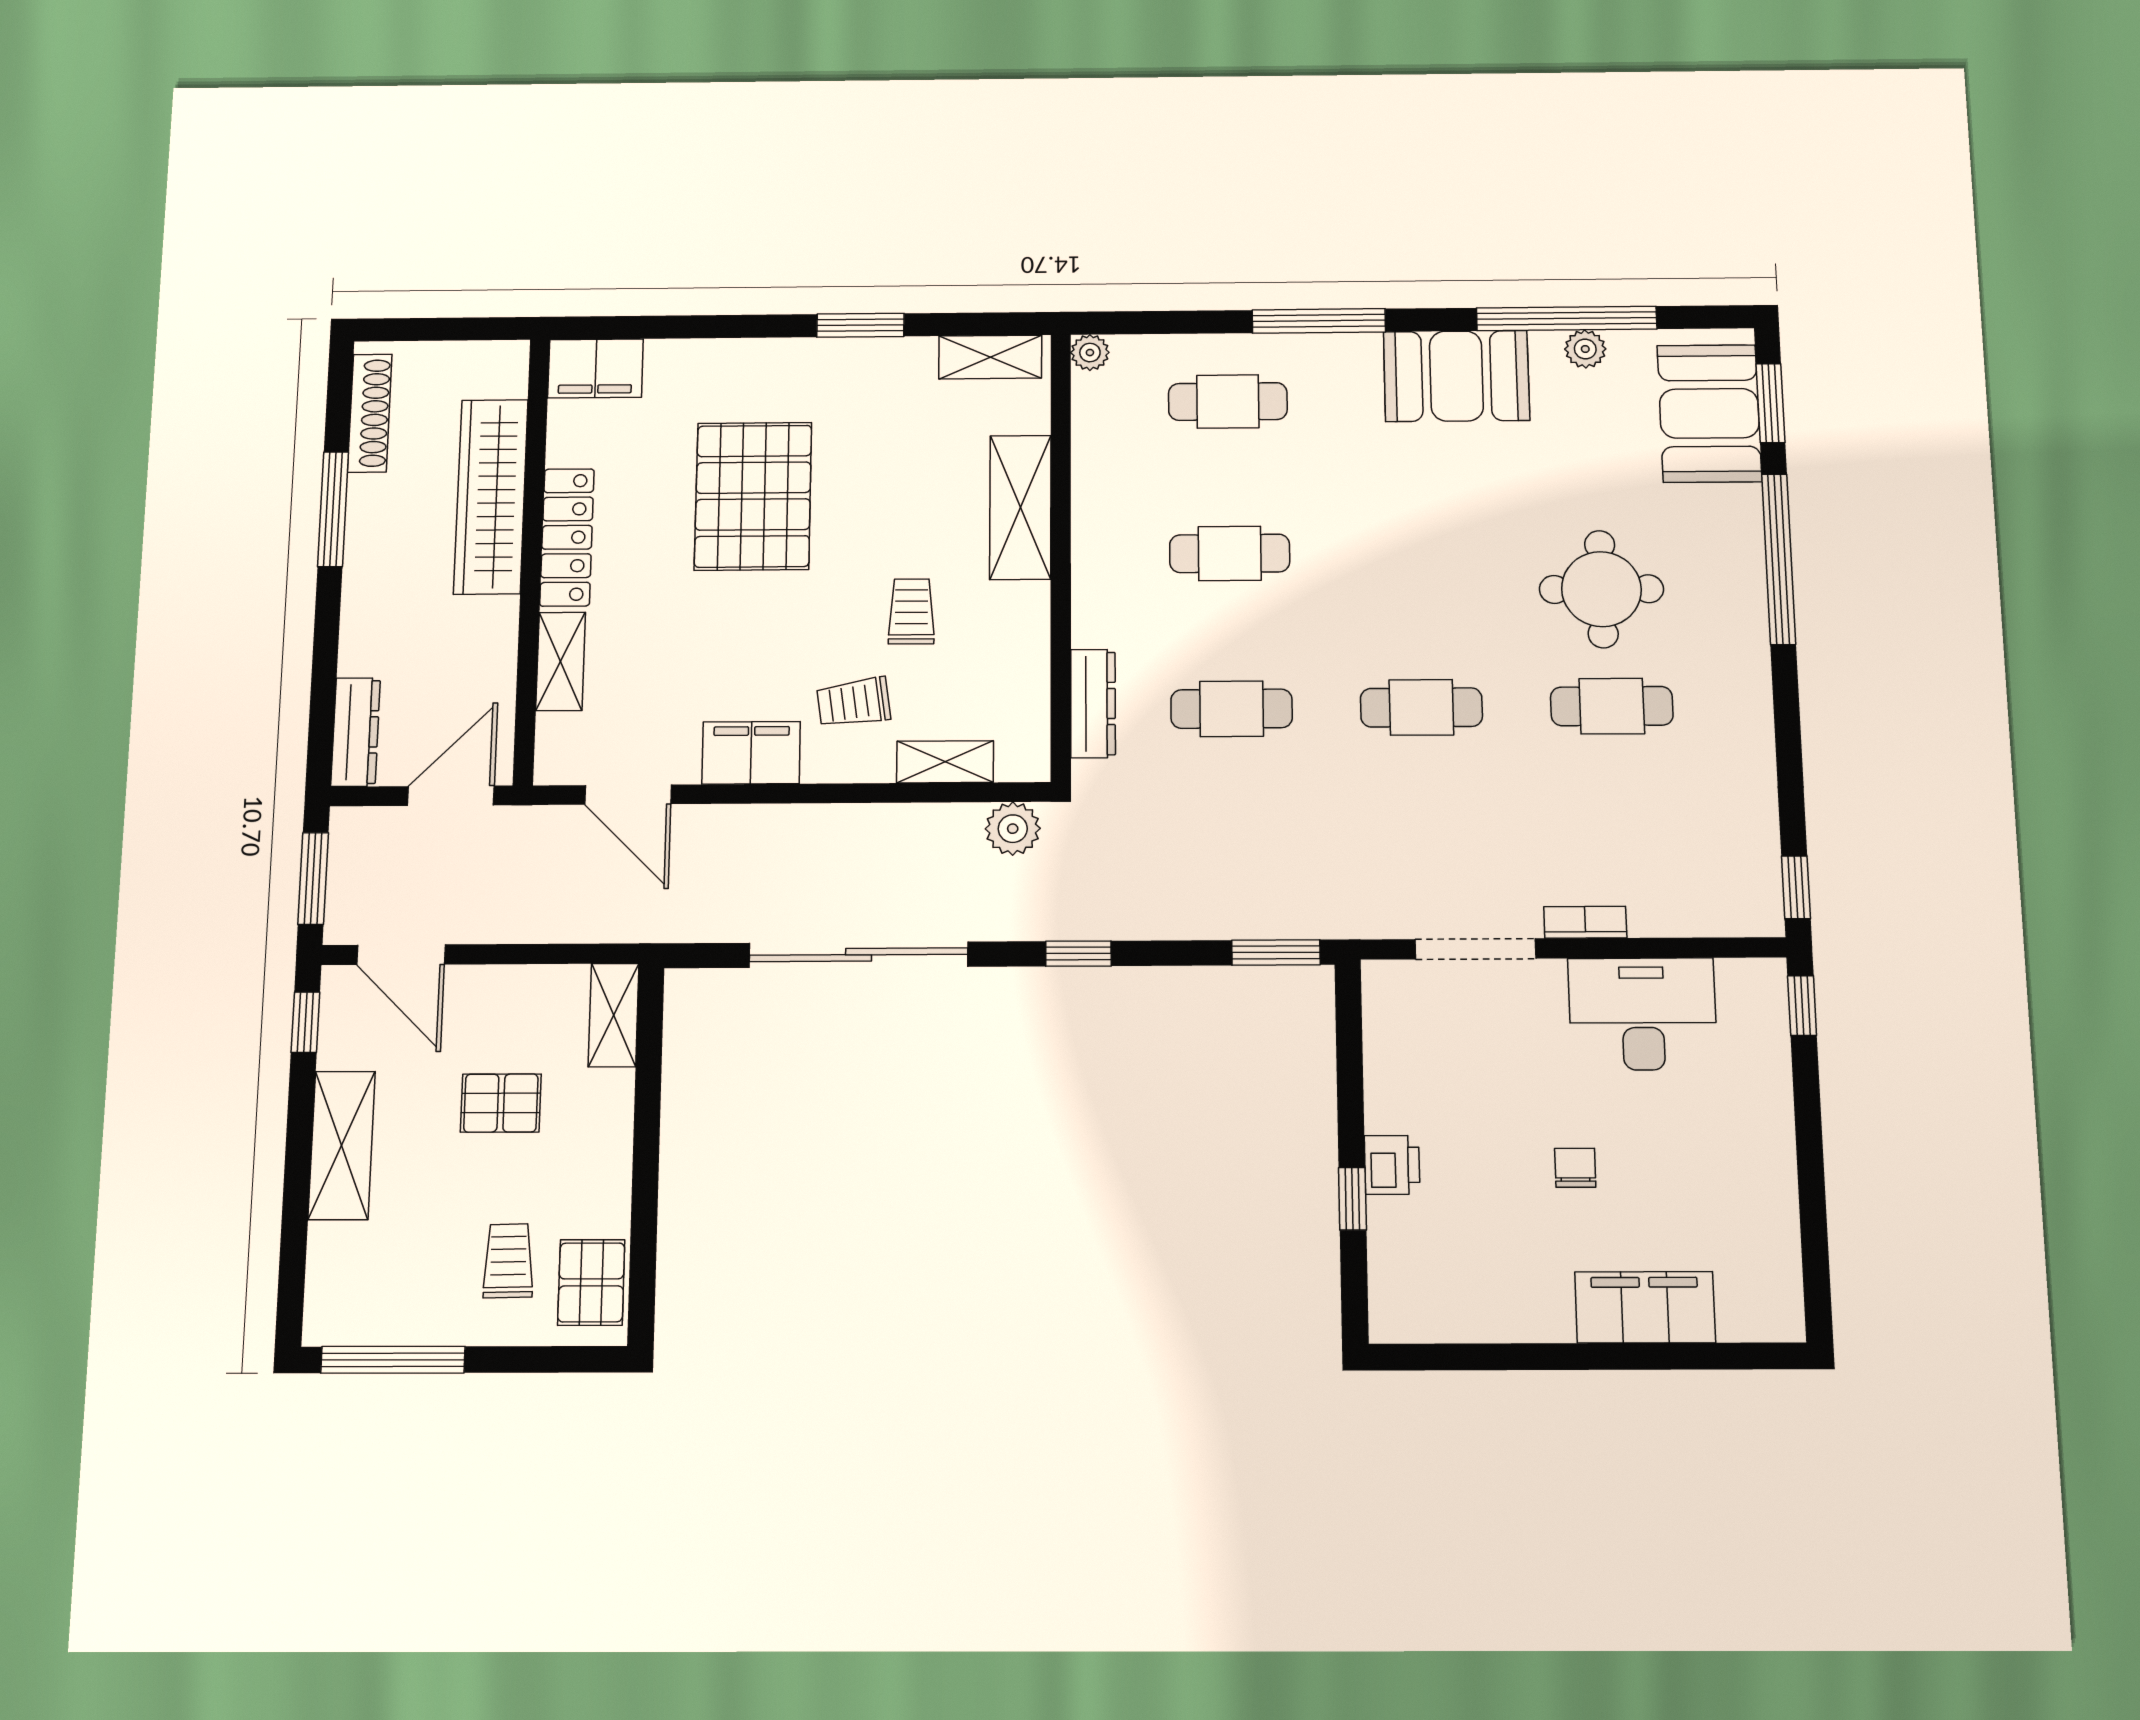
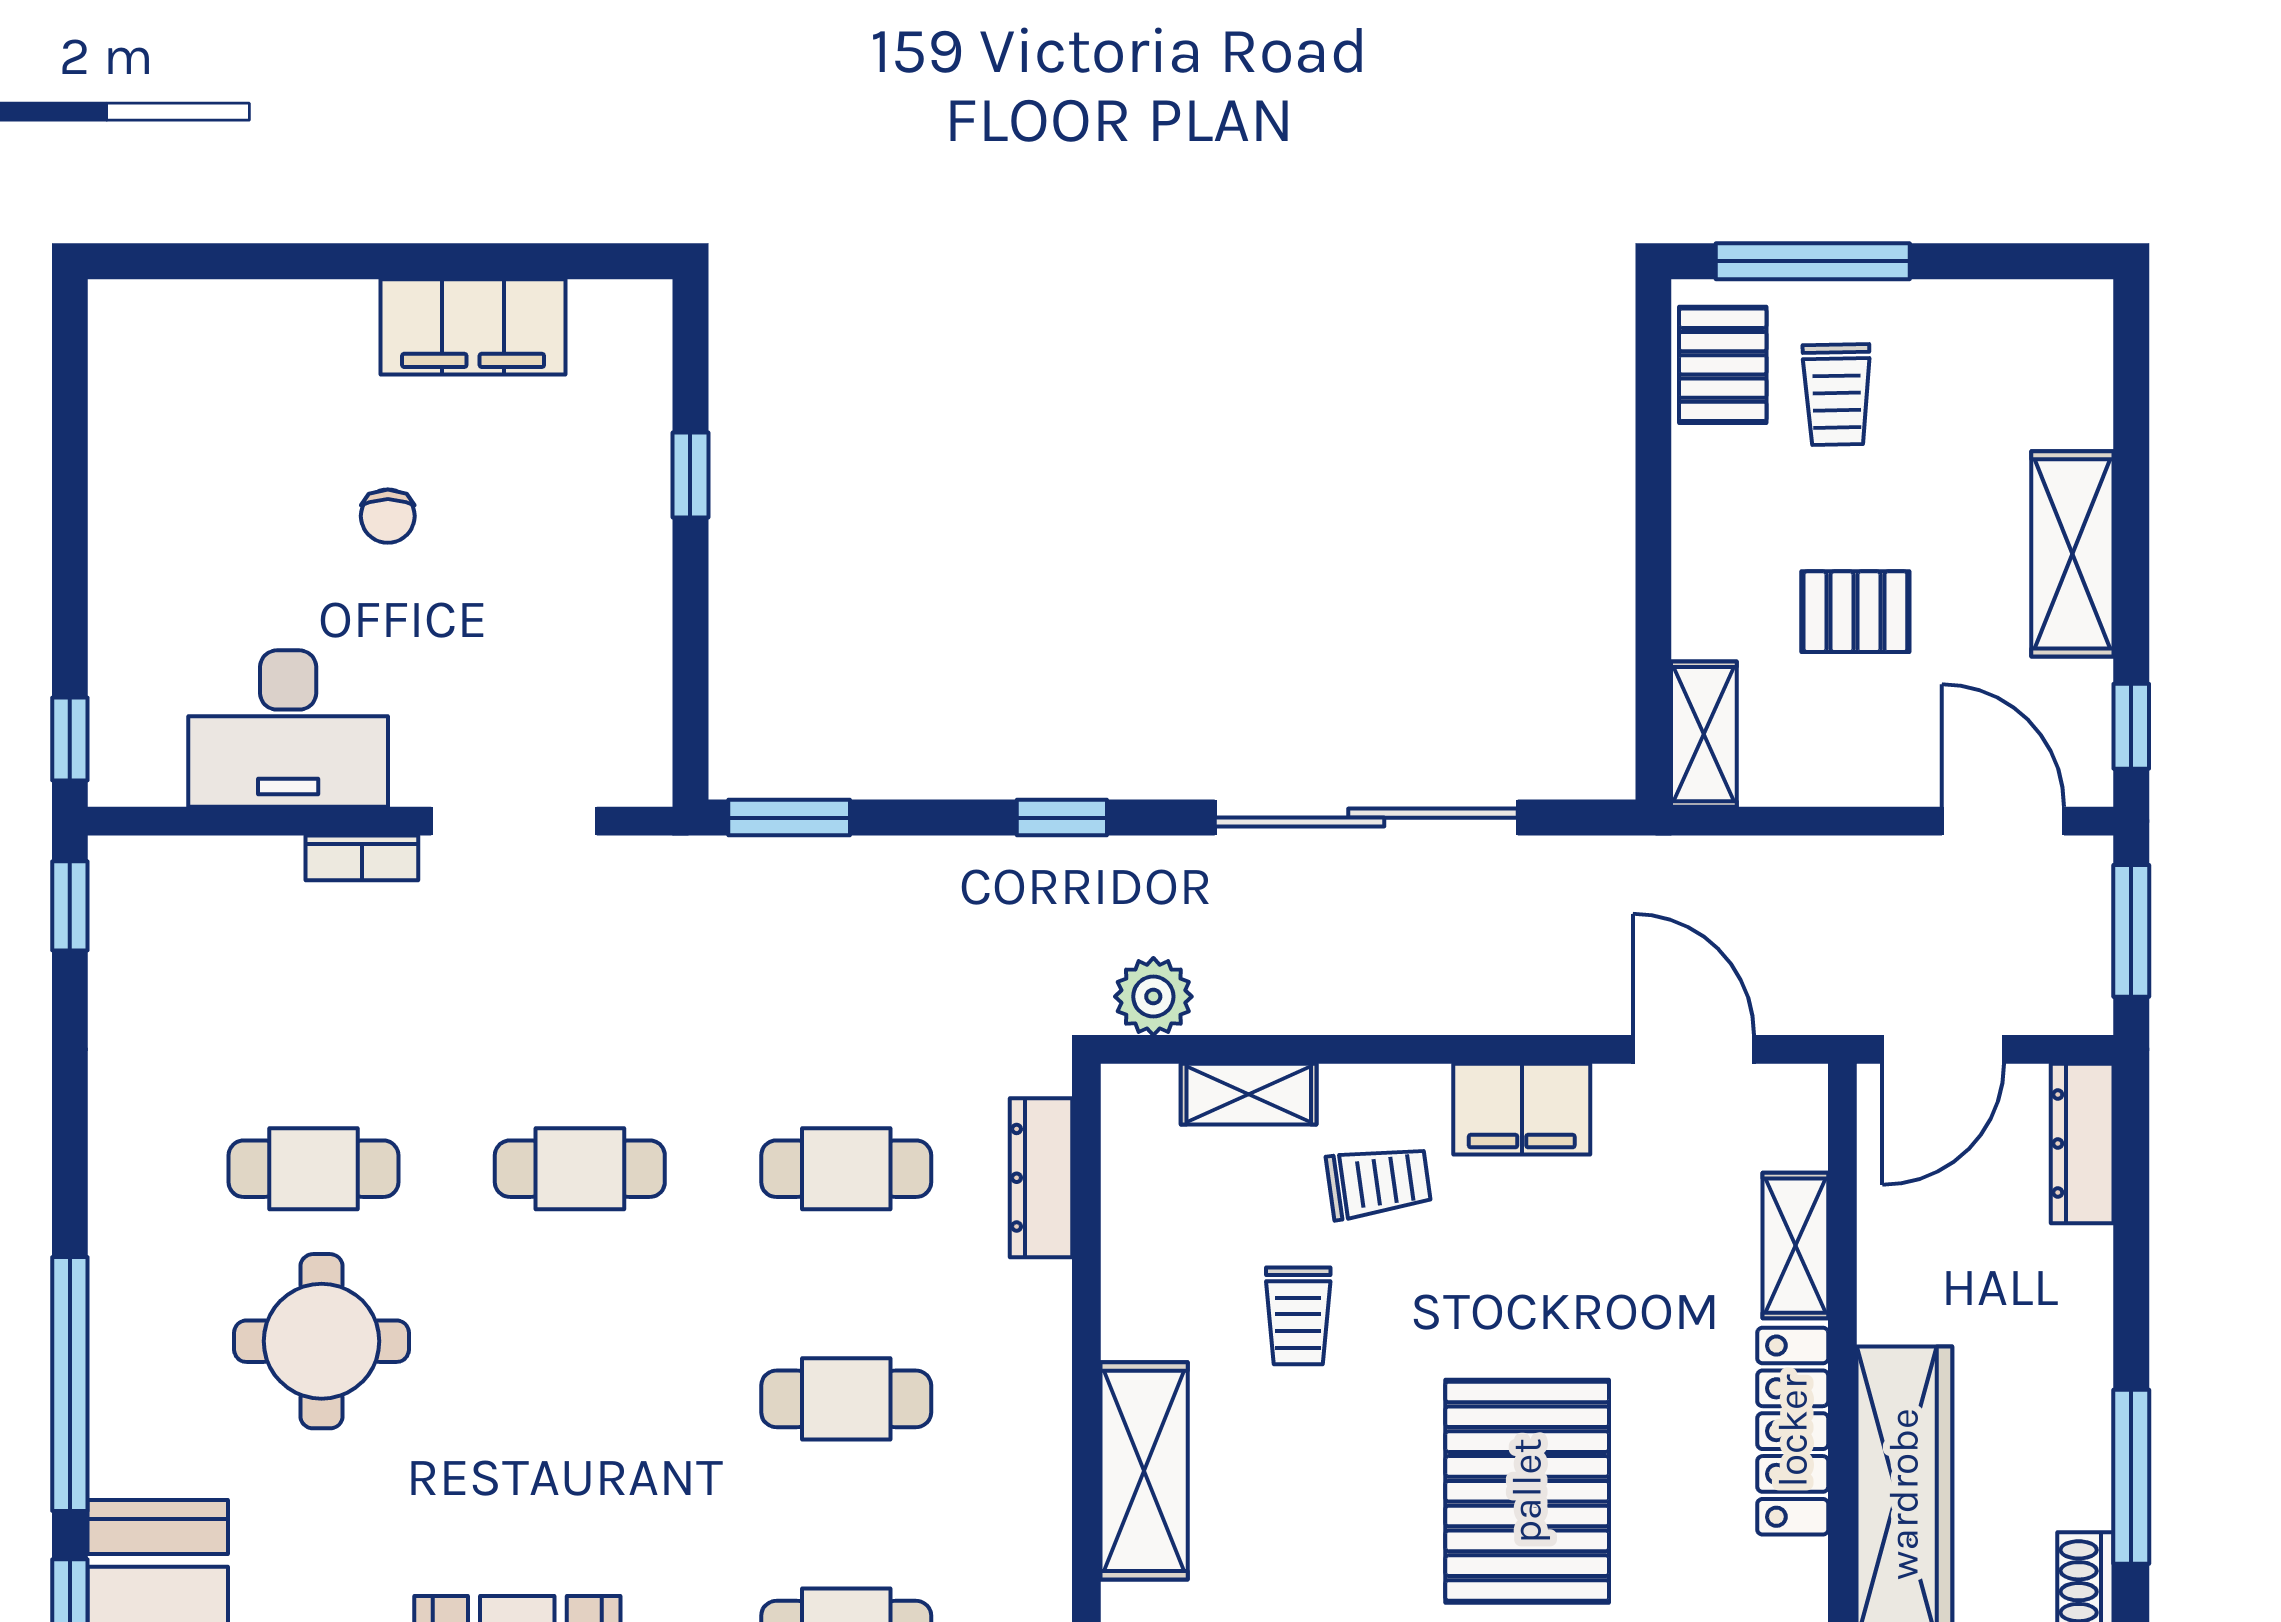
printer: (1392, 1165) -> (636, 521), removed
filing cabinet: (1645, 1307) -> (473, 327), moved
window: (393, 1360) -> (1813, 261), moved

